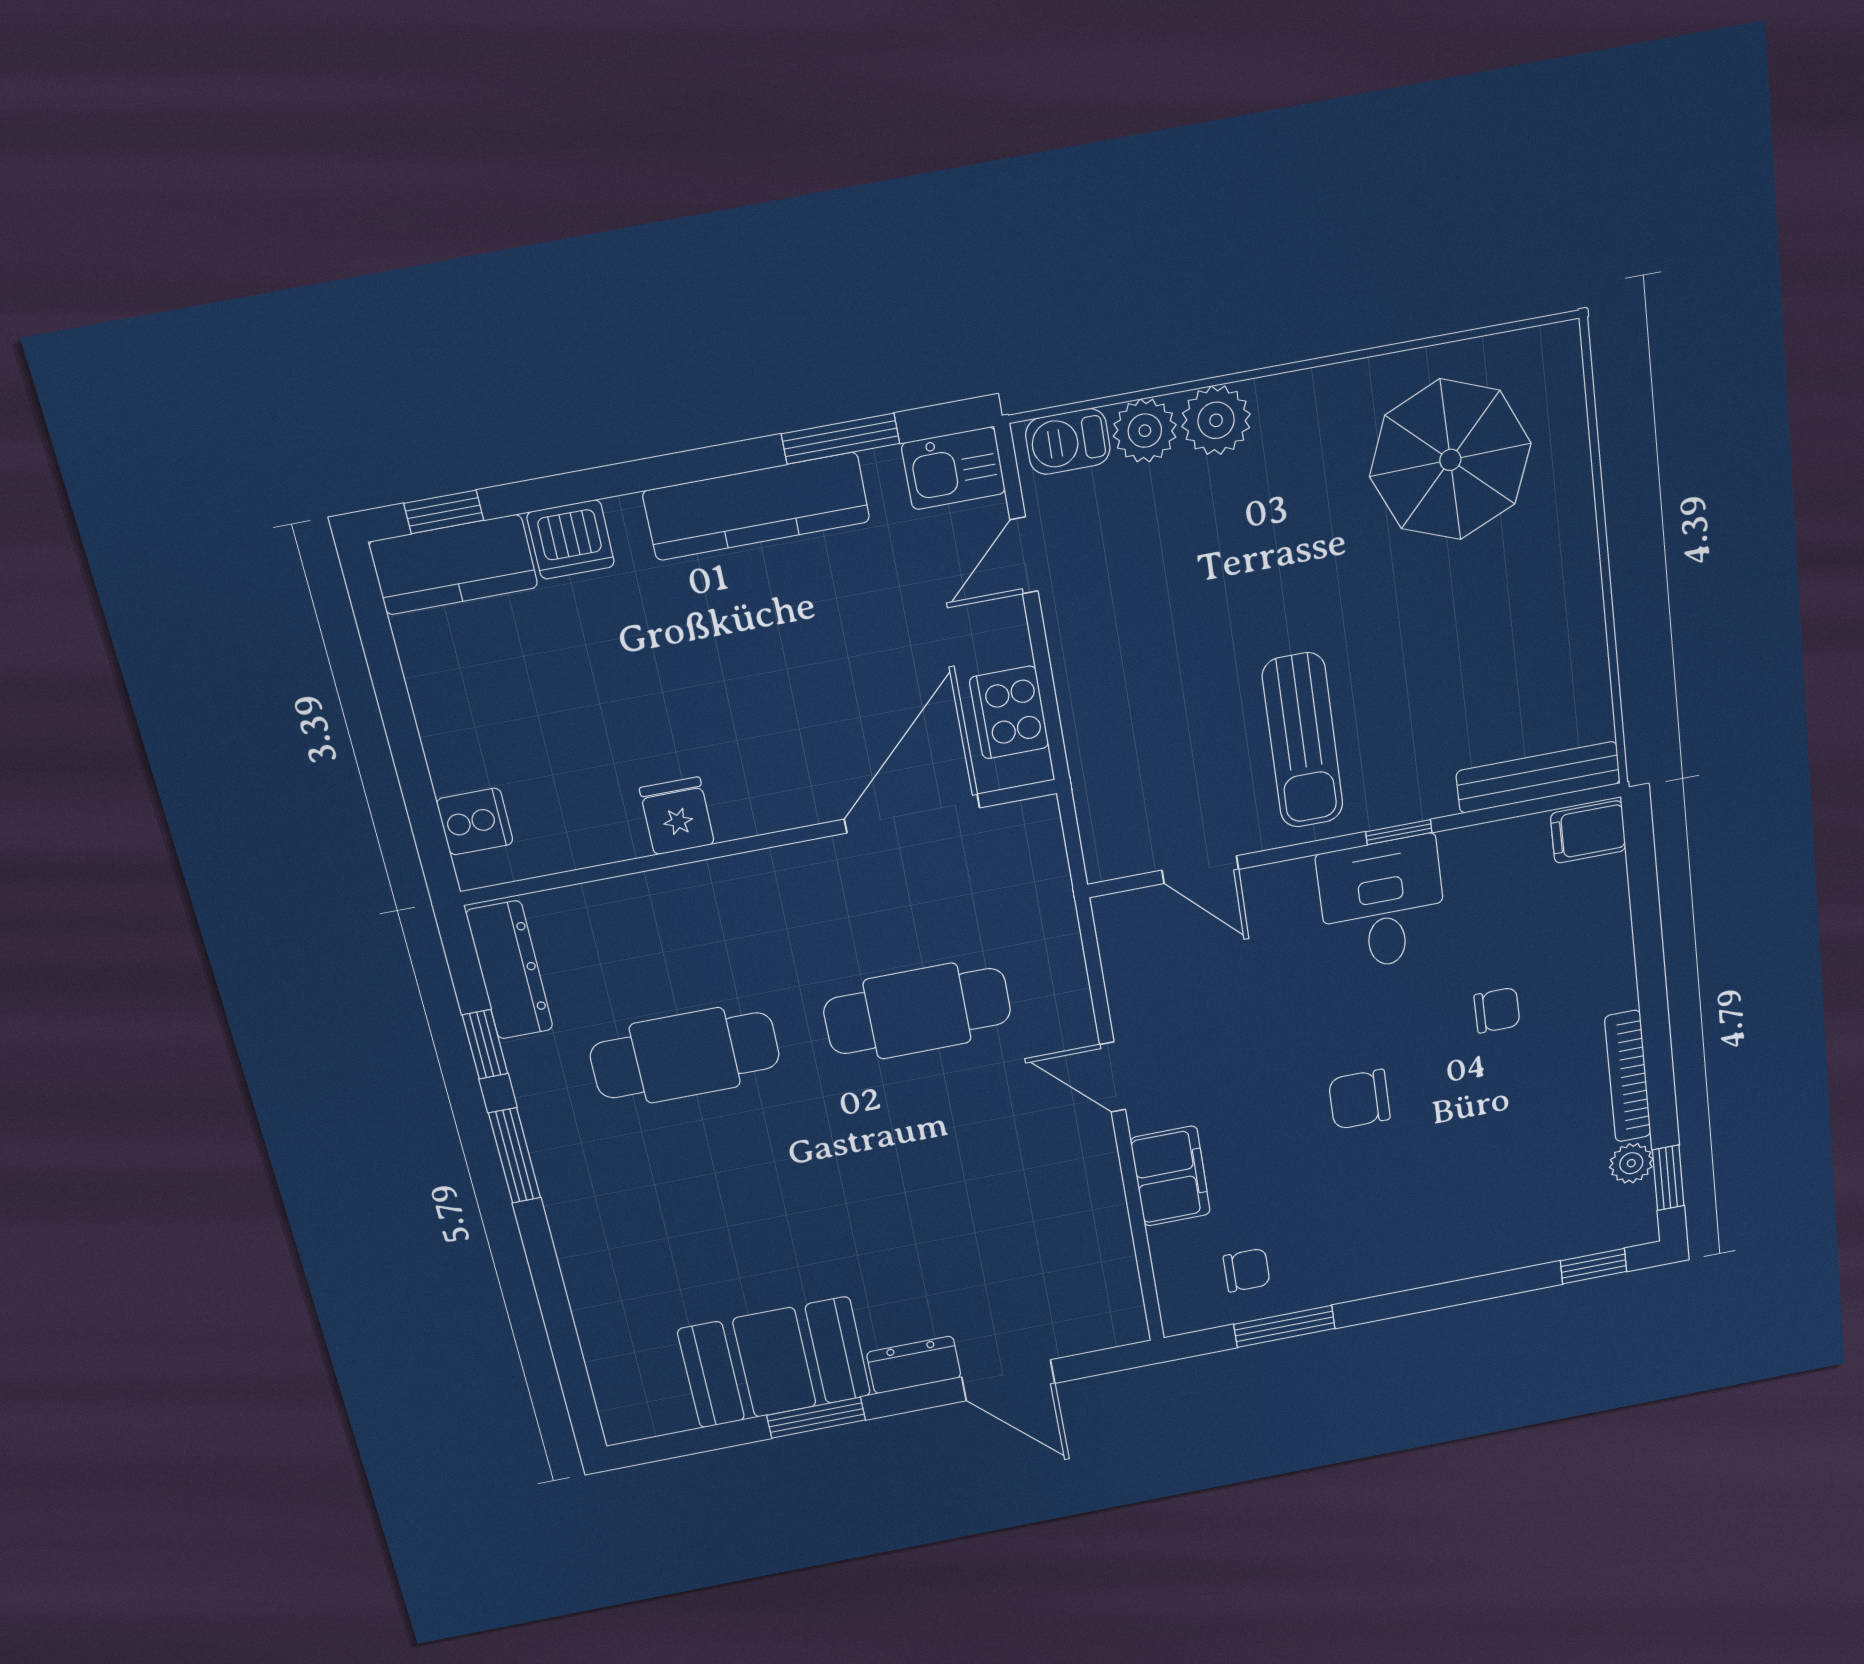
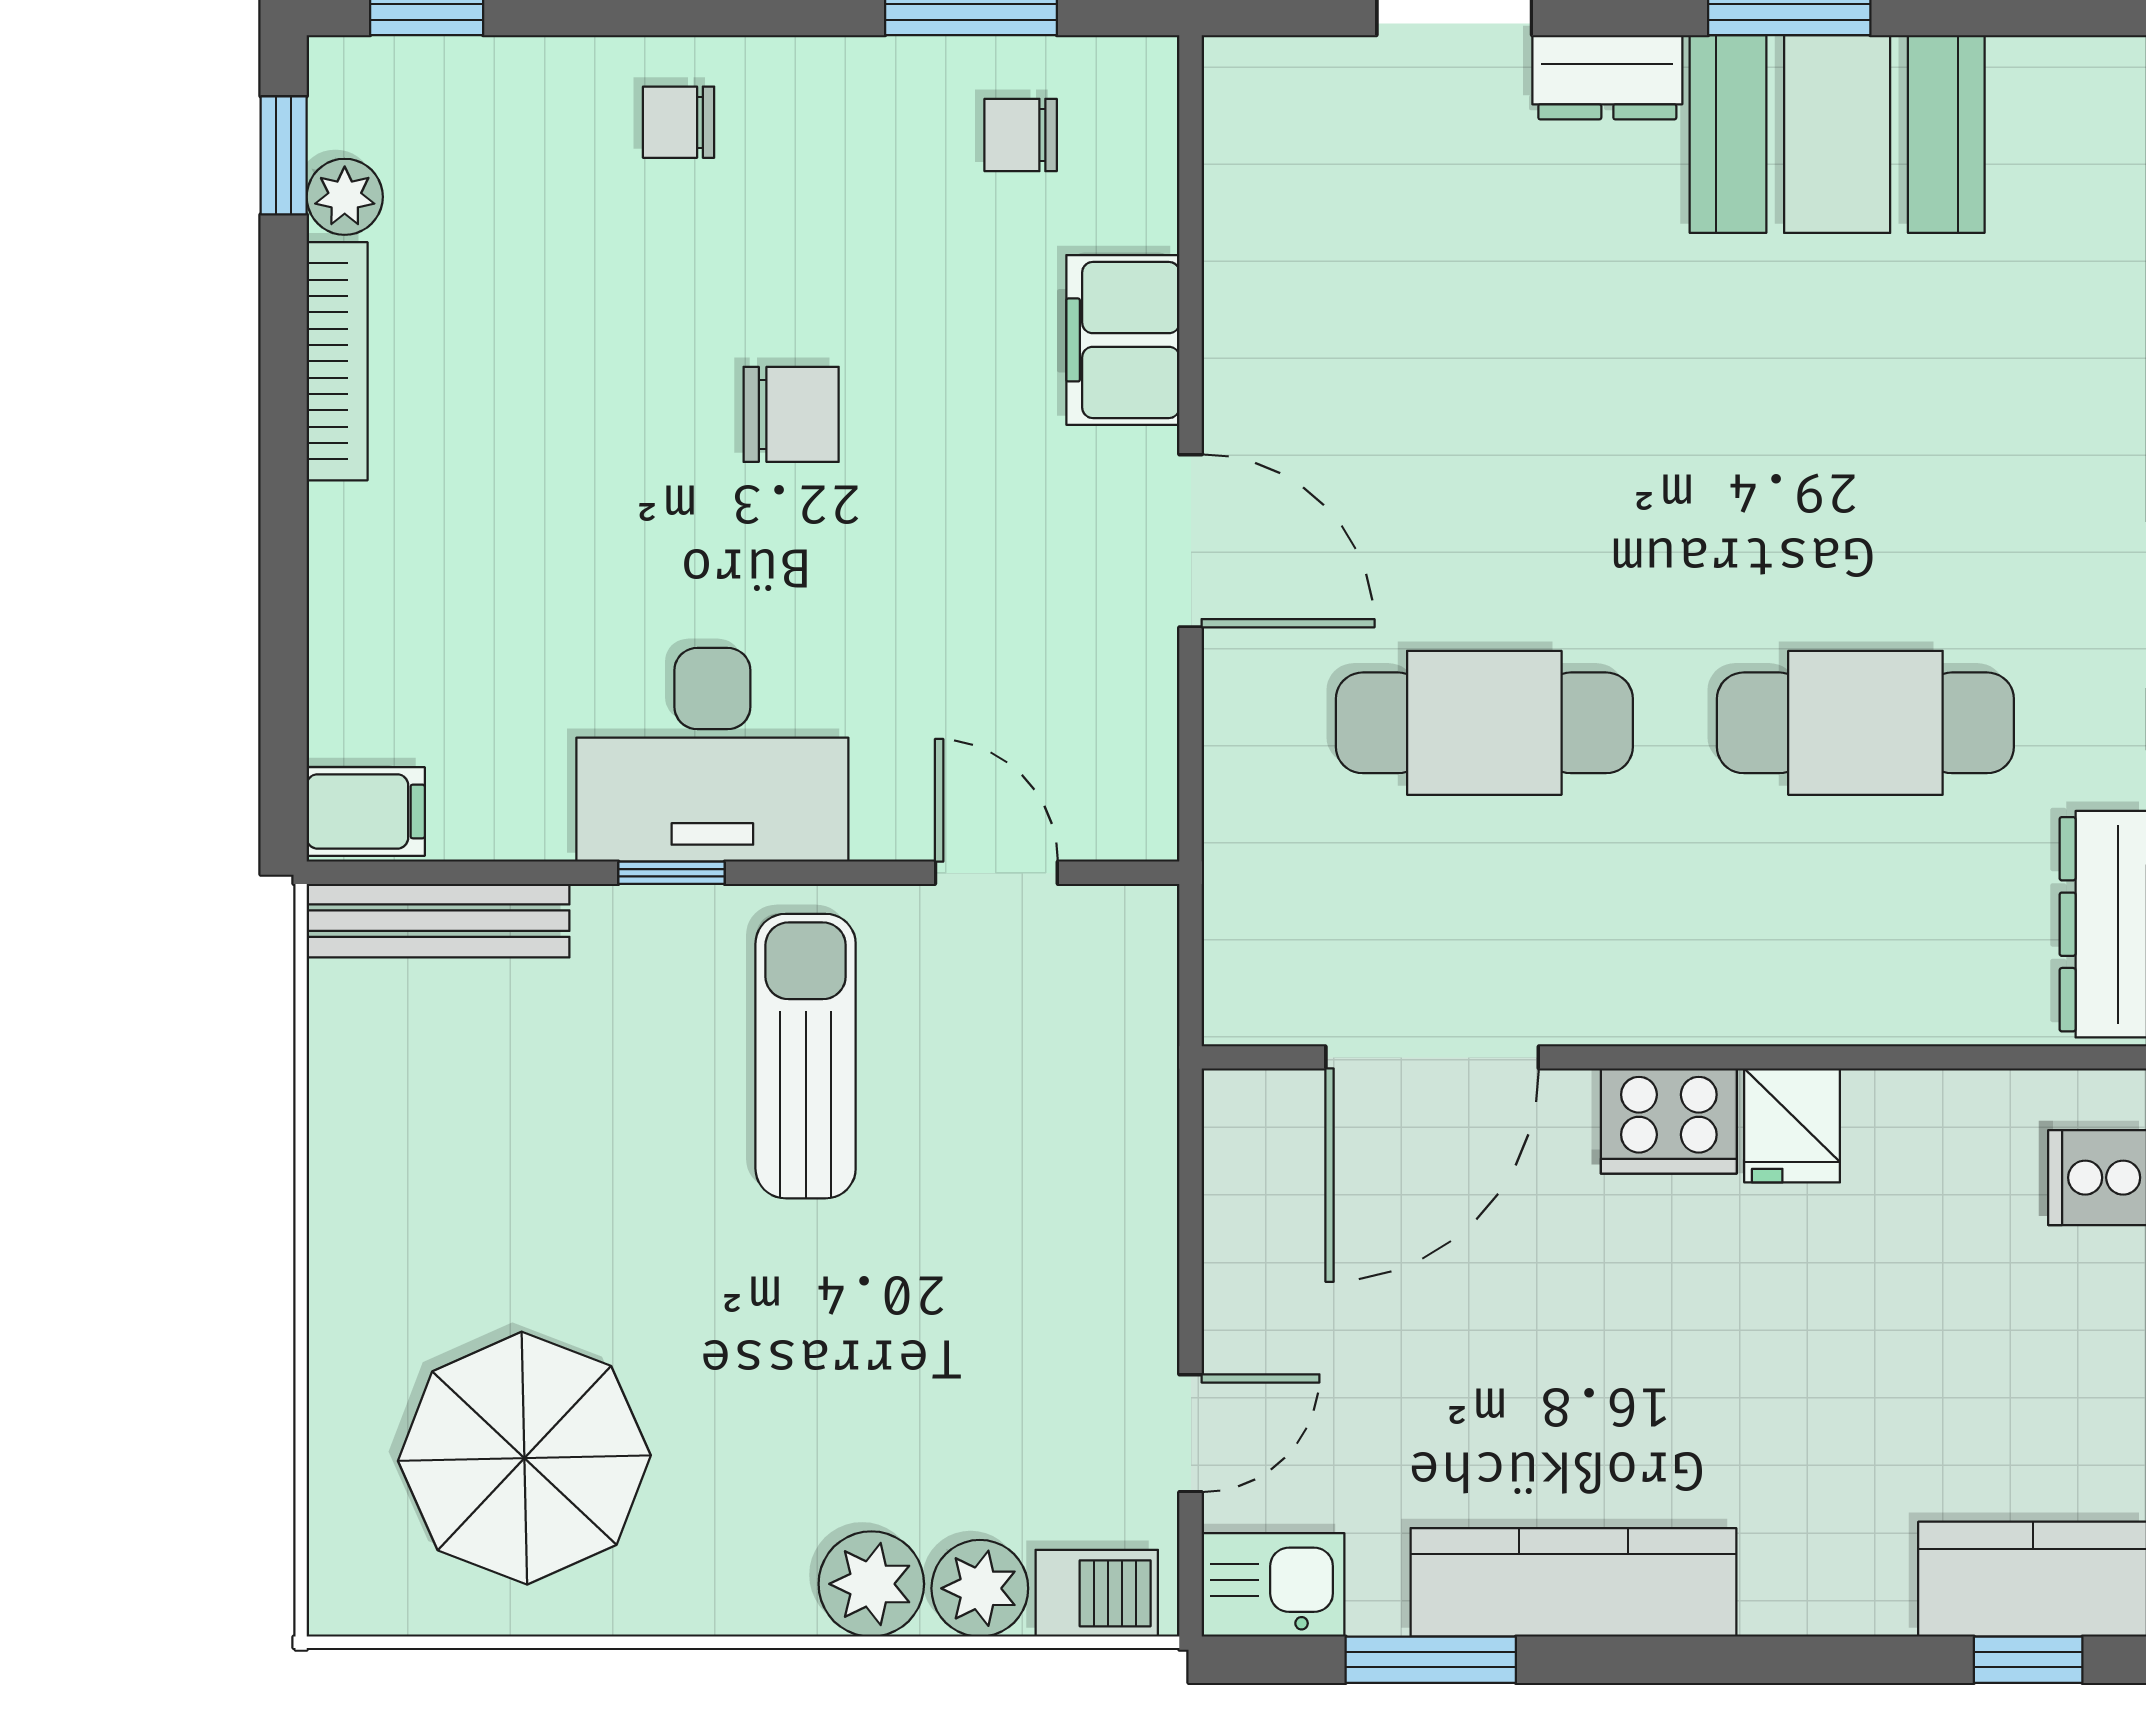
dishwasher: (571, 540) -> (1855, 1584), removed
cooker: (1009, 712) -> (1669, 1121), moved, turned 90
desk: (1382, 904) -> (712, 755), width x1.37
chair: (1497, 1010) -> (679, 122), moved
door: (1113, 1077) -> (1191, 541), width x1.38

